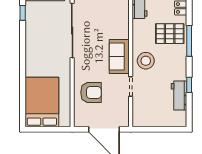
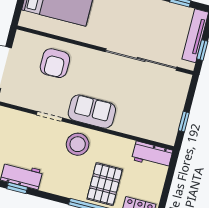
window: (189, 85) -> (17, 188), moved

